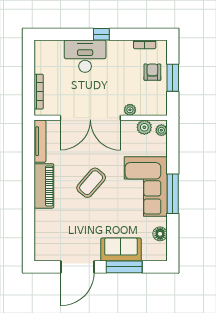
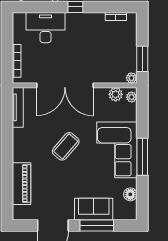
desk: (85, 56) -> (46, 28), moved
armchair: (152, 72) -> (123, 43), removed
window: (173, 78) -> (142, 59), moved
plant: (130, 110) -> (131, 78), moved
piano: (44, 186) -> (21, 184), moved

